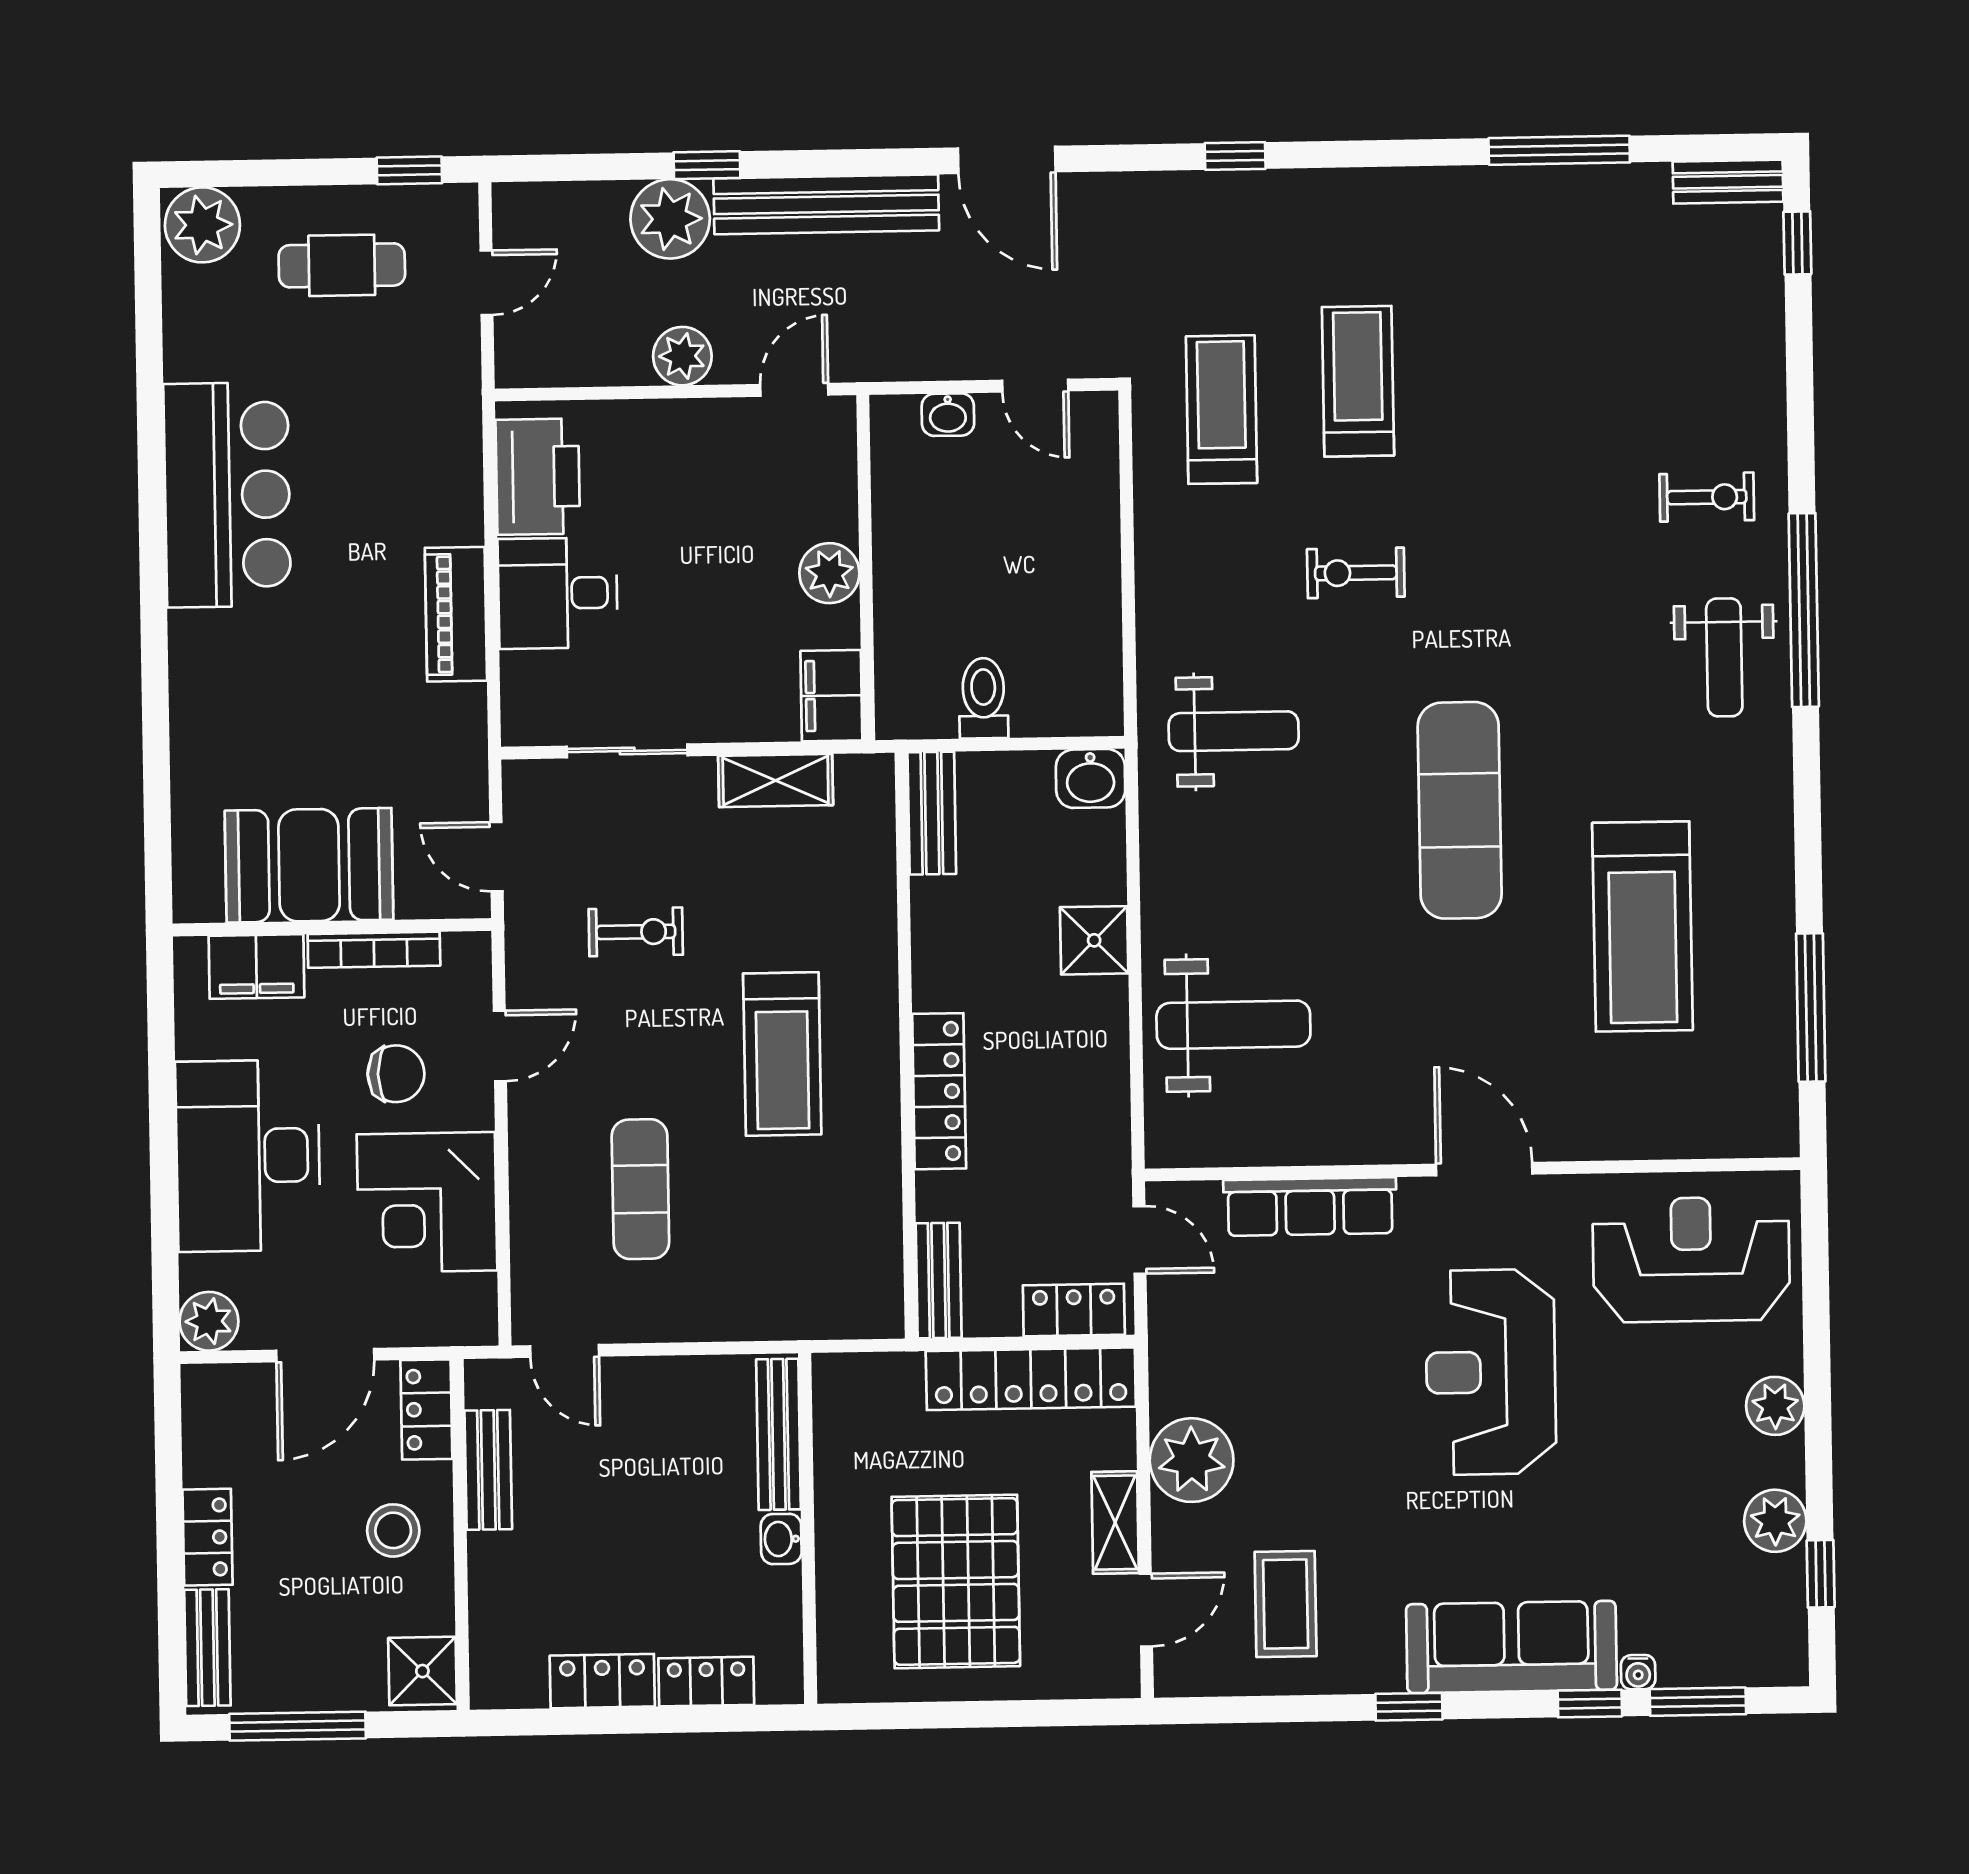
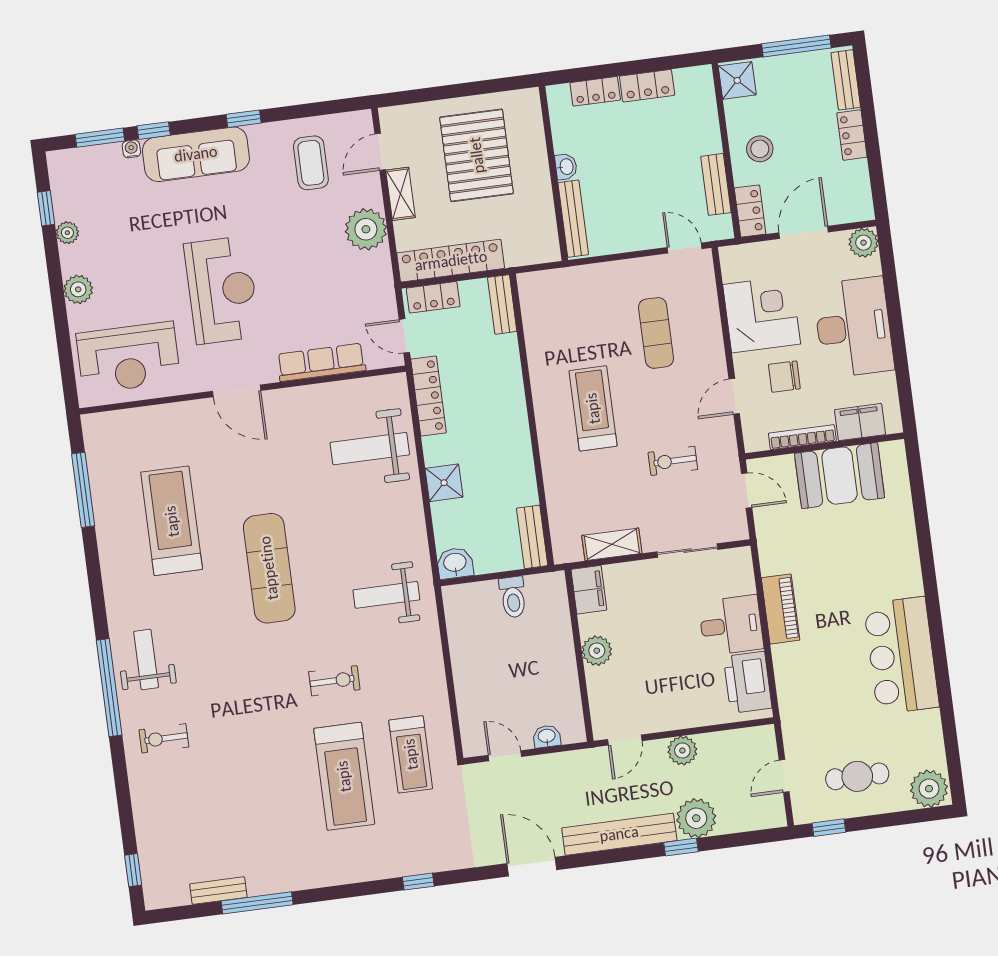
bench: (1728, 182) -> (218, 891), moved
treadmill: (1358, 381) -> (344, 776), width x1.37, depth x1.38
locker: (939, 1091) -> (429, 396), moved, turned 180
plant: (1775, 1521) -> (67, 233), width x0.73, depth x0.73

